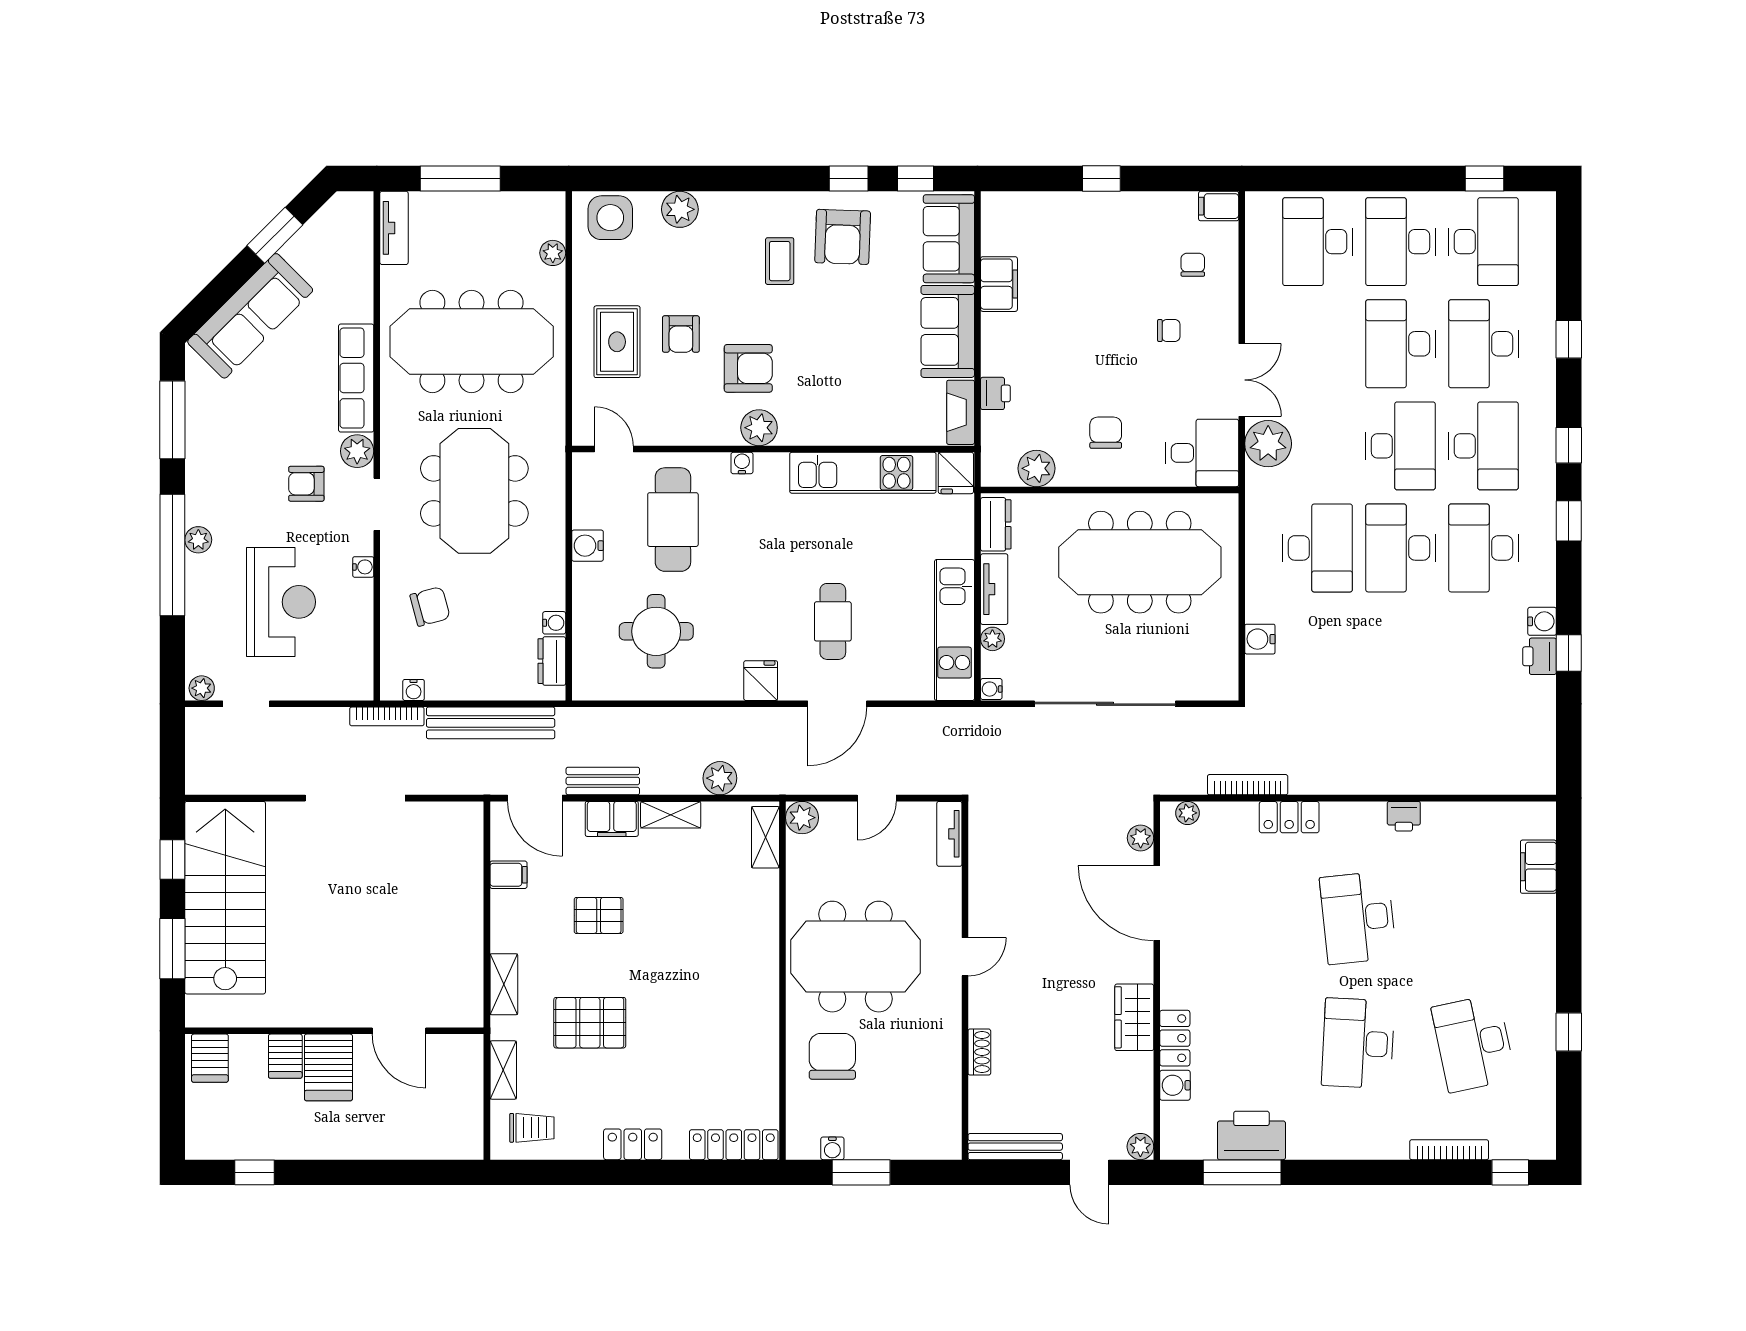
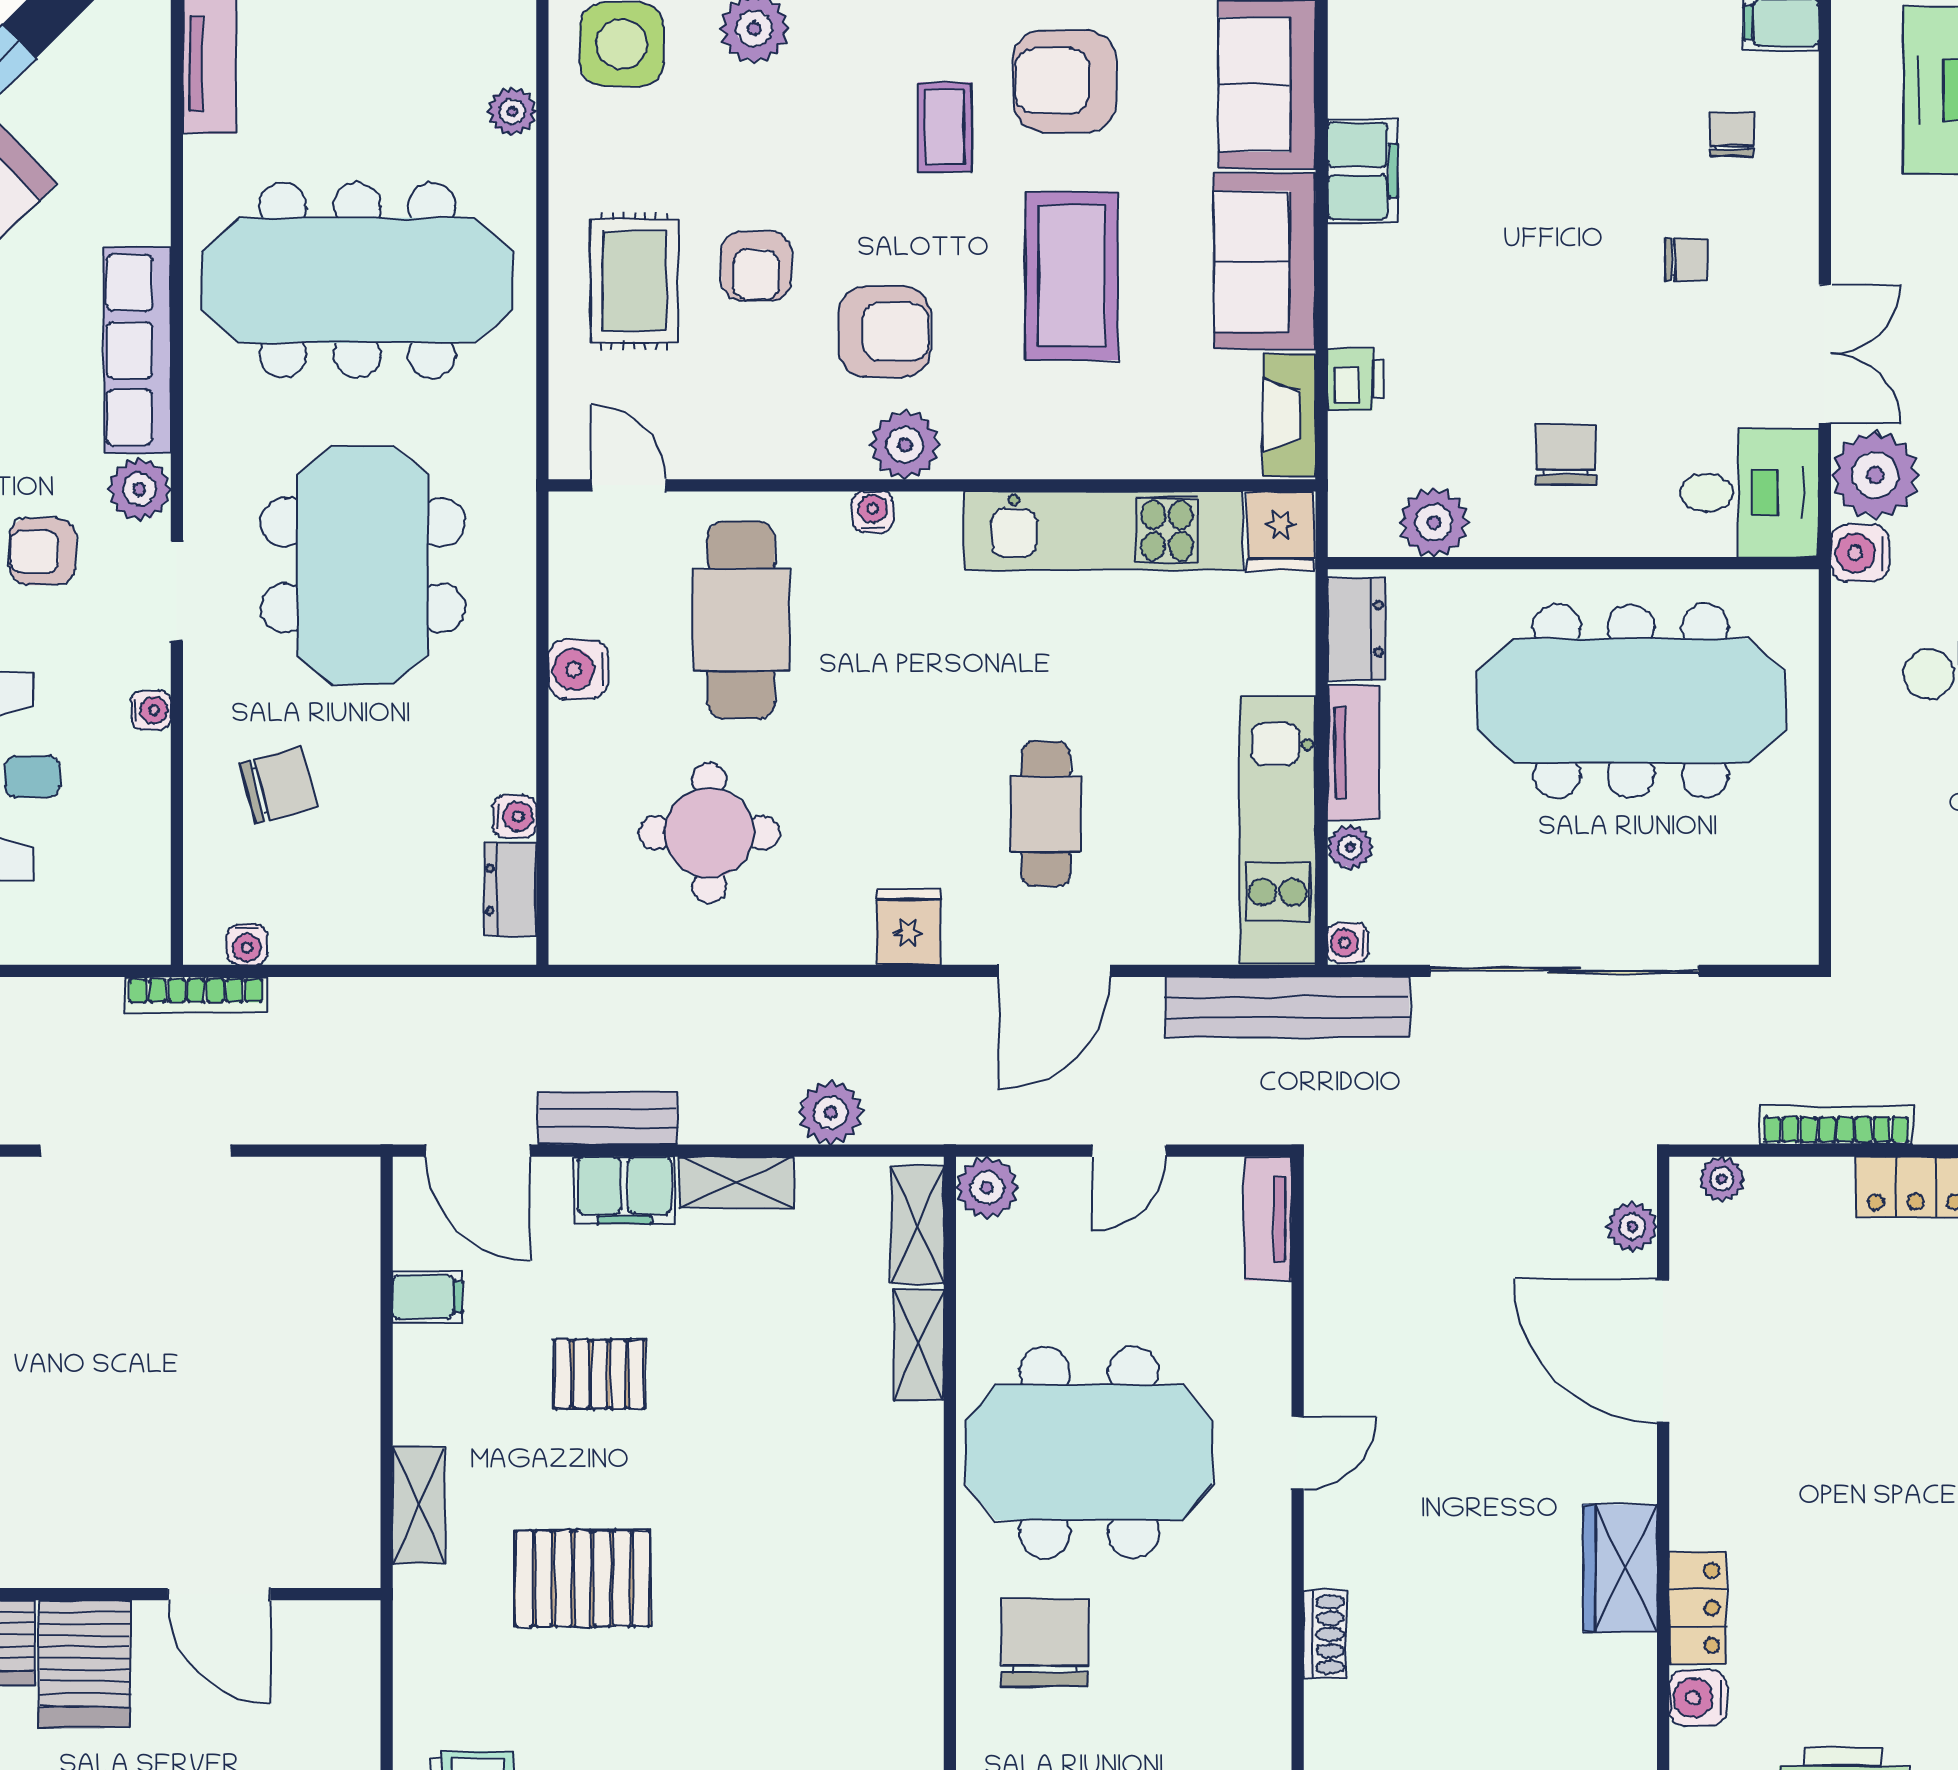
armchair: (843, 237) -> (1065, 81), turned 88
coffee table: (846, 339) -> (1072, 276), added
water cooler: (1260, 639) -> (1860, 553), moved
bench: (491, 723) -> (1287, 1007), moved
shelving: (503, 1070) -> (919, 1345), moved

